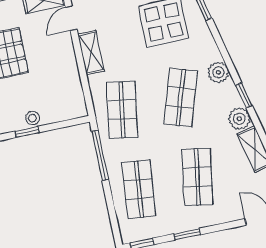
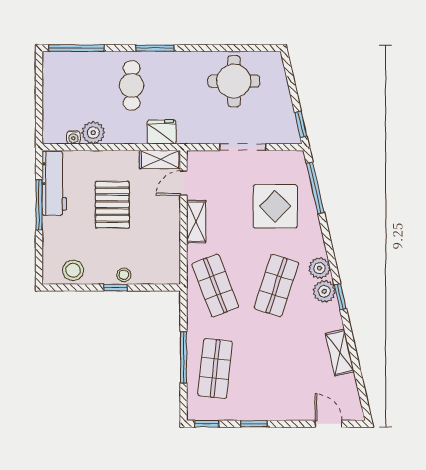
shop shelf: (122, 110) -> (215, 285), turned -30
plant: (239, 119) -> (324, 291), moved
window: (100, 155) -> (183, 357), moved
shop shelf: (197, 177) -> (276, 369), removed

